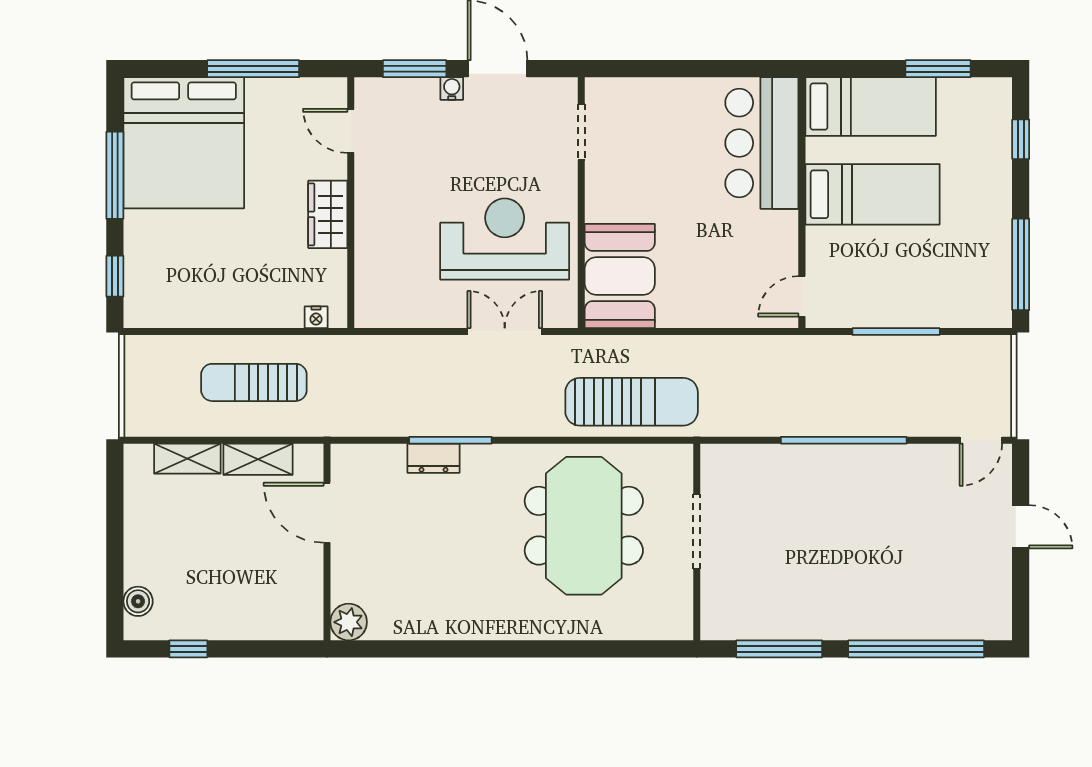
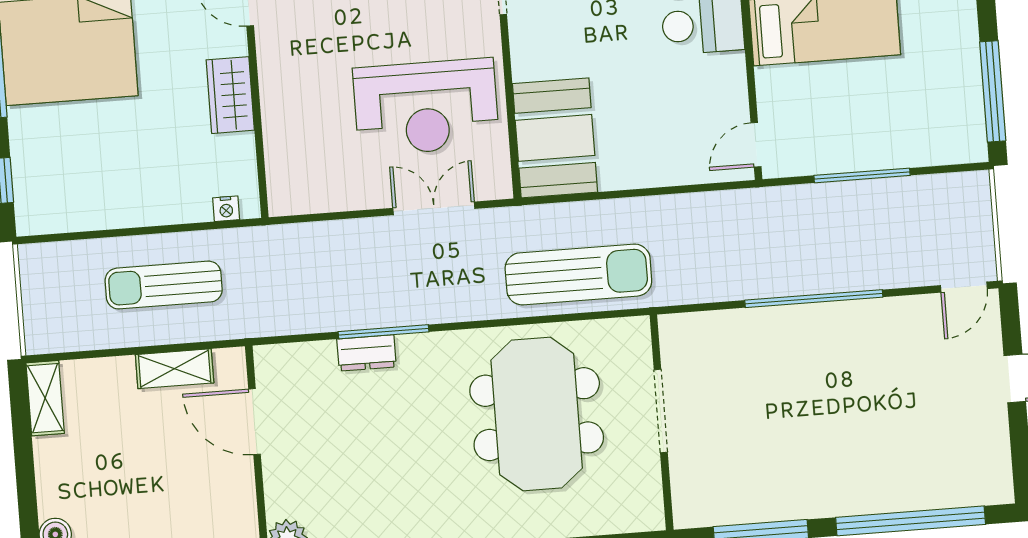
reception desk: (505, 239) -> (426, 107), turned 180
shelving: (187, 459) -> (45, 398), moved, turned 90

